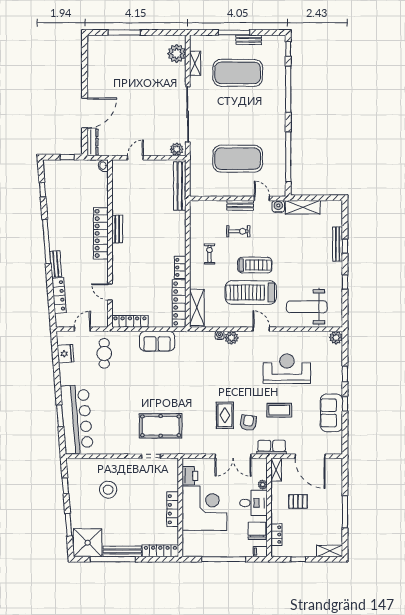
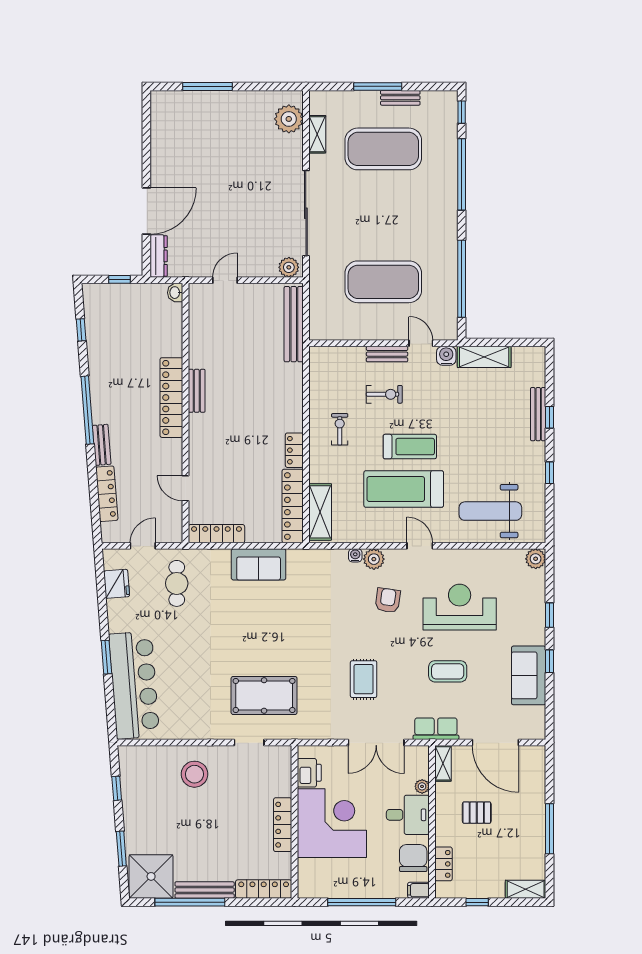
window: (60, 416) -> (106, 657), moved
armchair: (248, 423) -> (388, 600), moved
stool: (108, 490) -> (194, 774), moved

